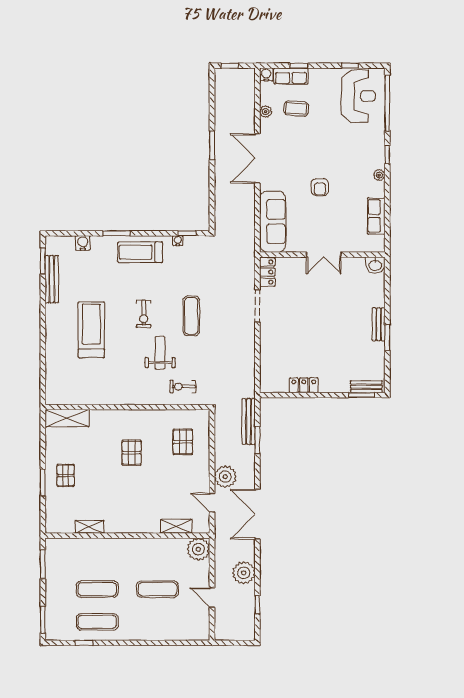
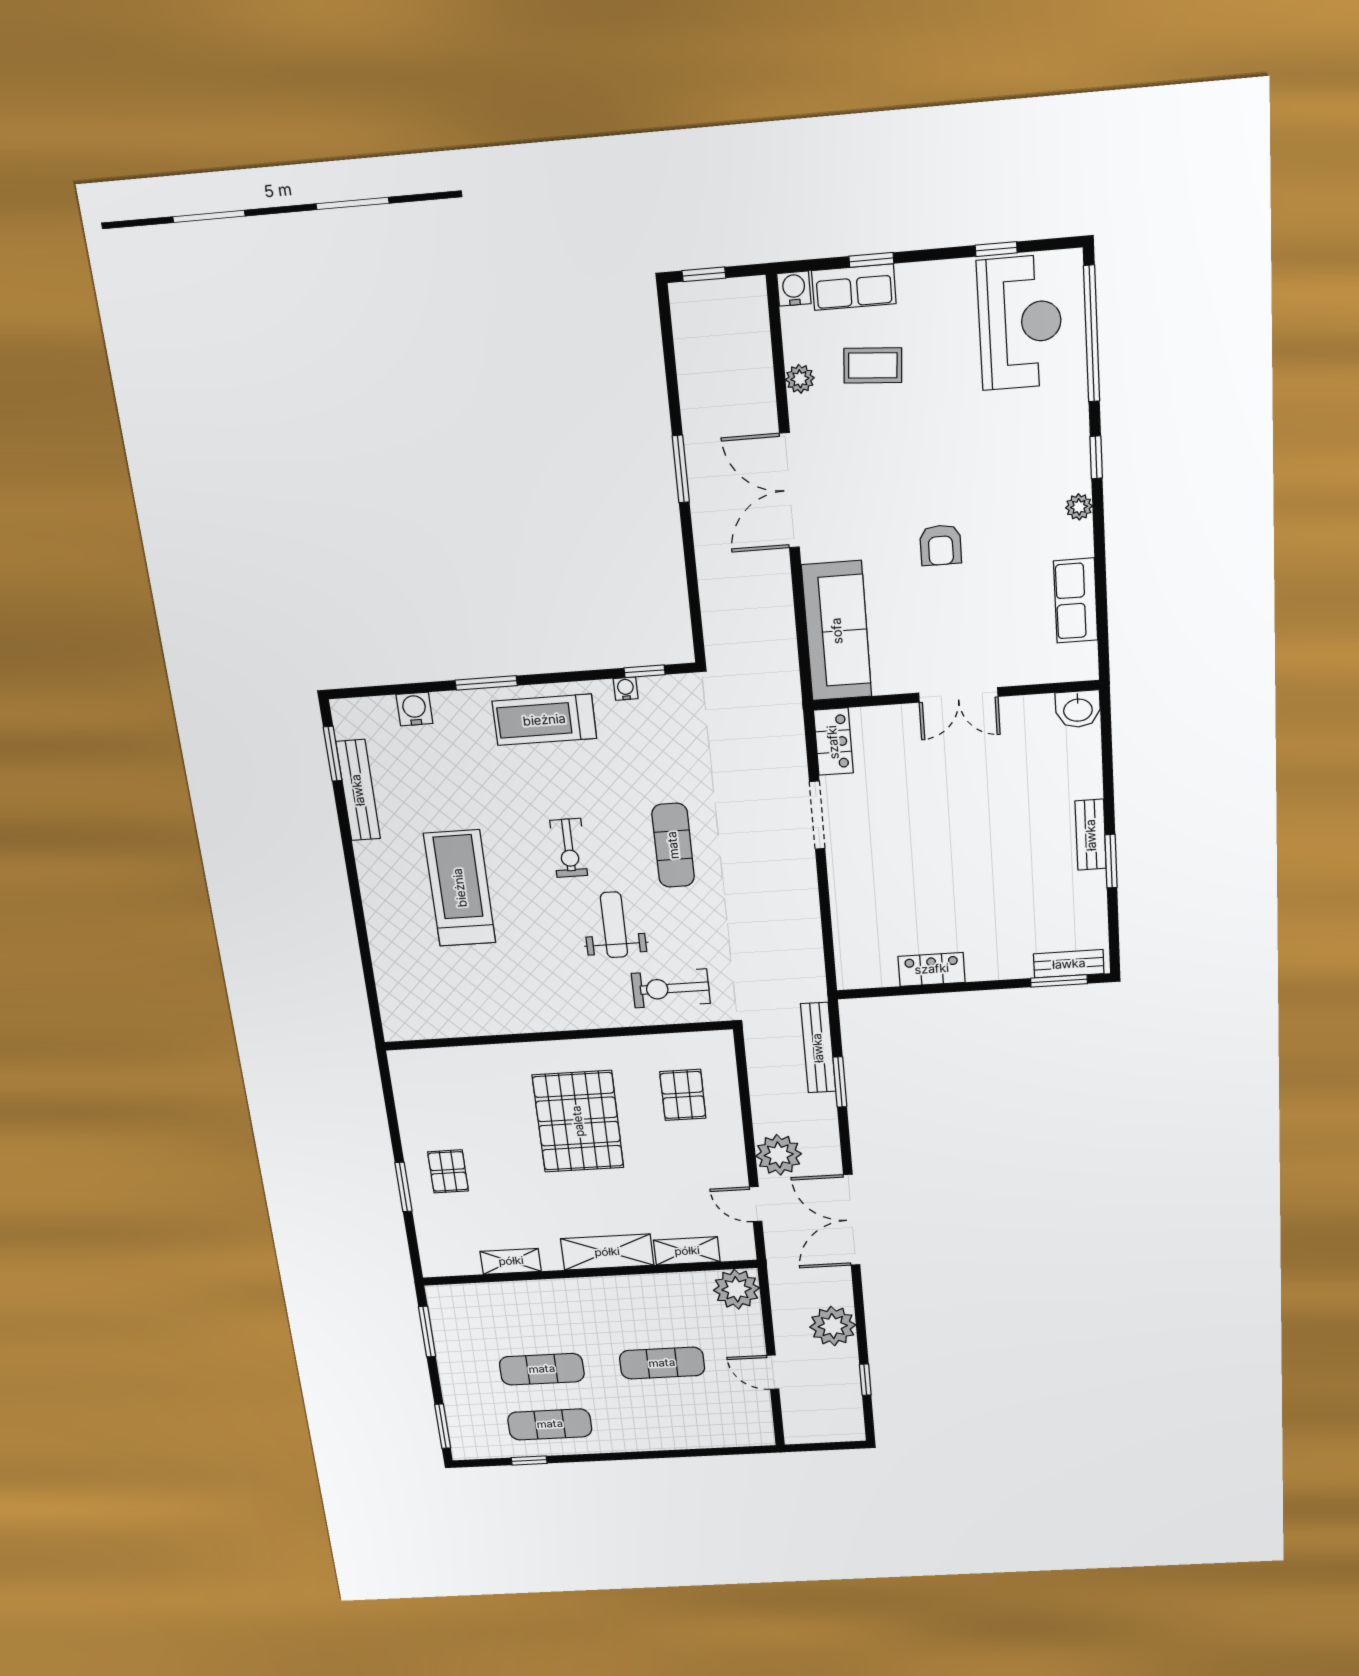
exercise bike: (183, 387) -> (671, 988), width x1.38, depth x1.39
shelving: (67, 418) -> (607, 1252), moved
pallet: (132, 453) -> (578, 1121), width x2.05, depth x2.00

